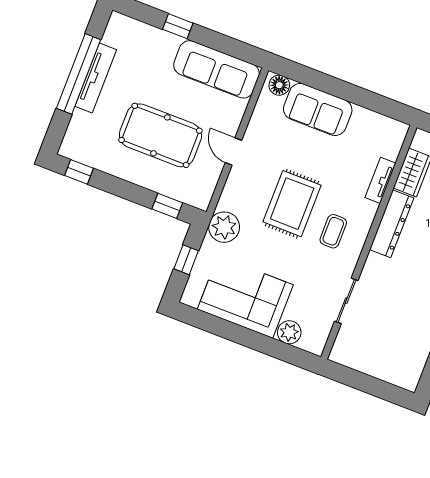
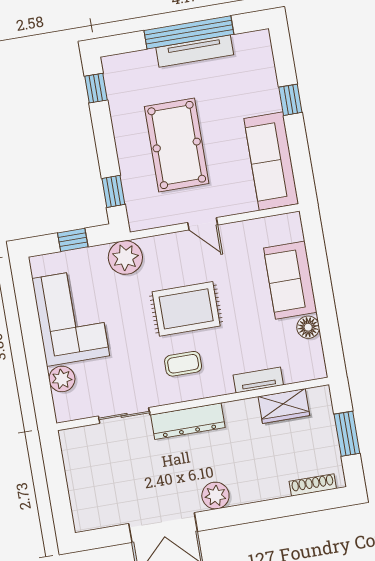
floor lamp: (279, 85) -> (308, 327), moved
door: (233, 152) -> (203, 224), swing flipped
dresser: (392, 224) -> (188, 421), moved

